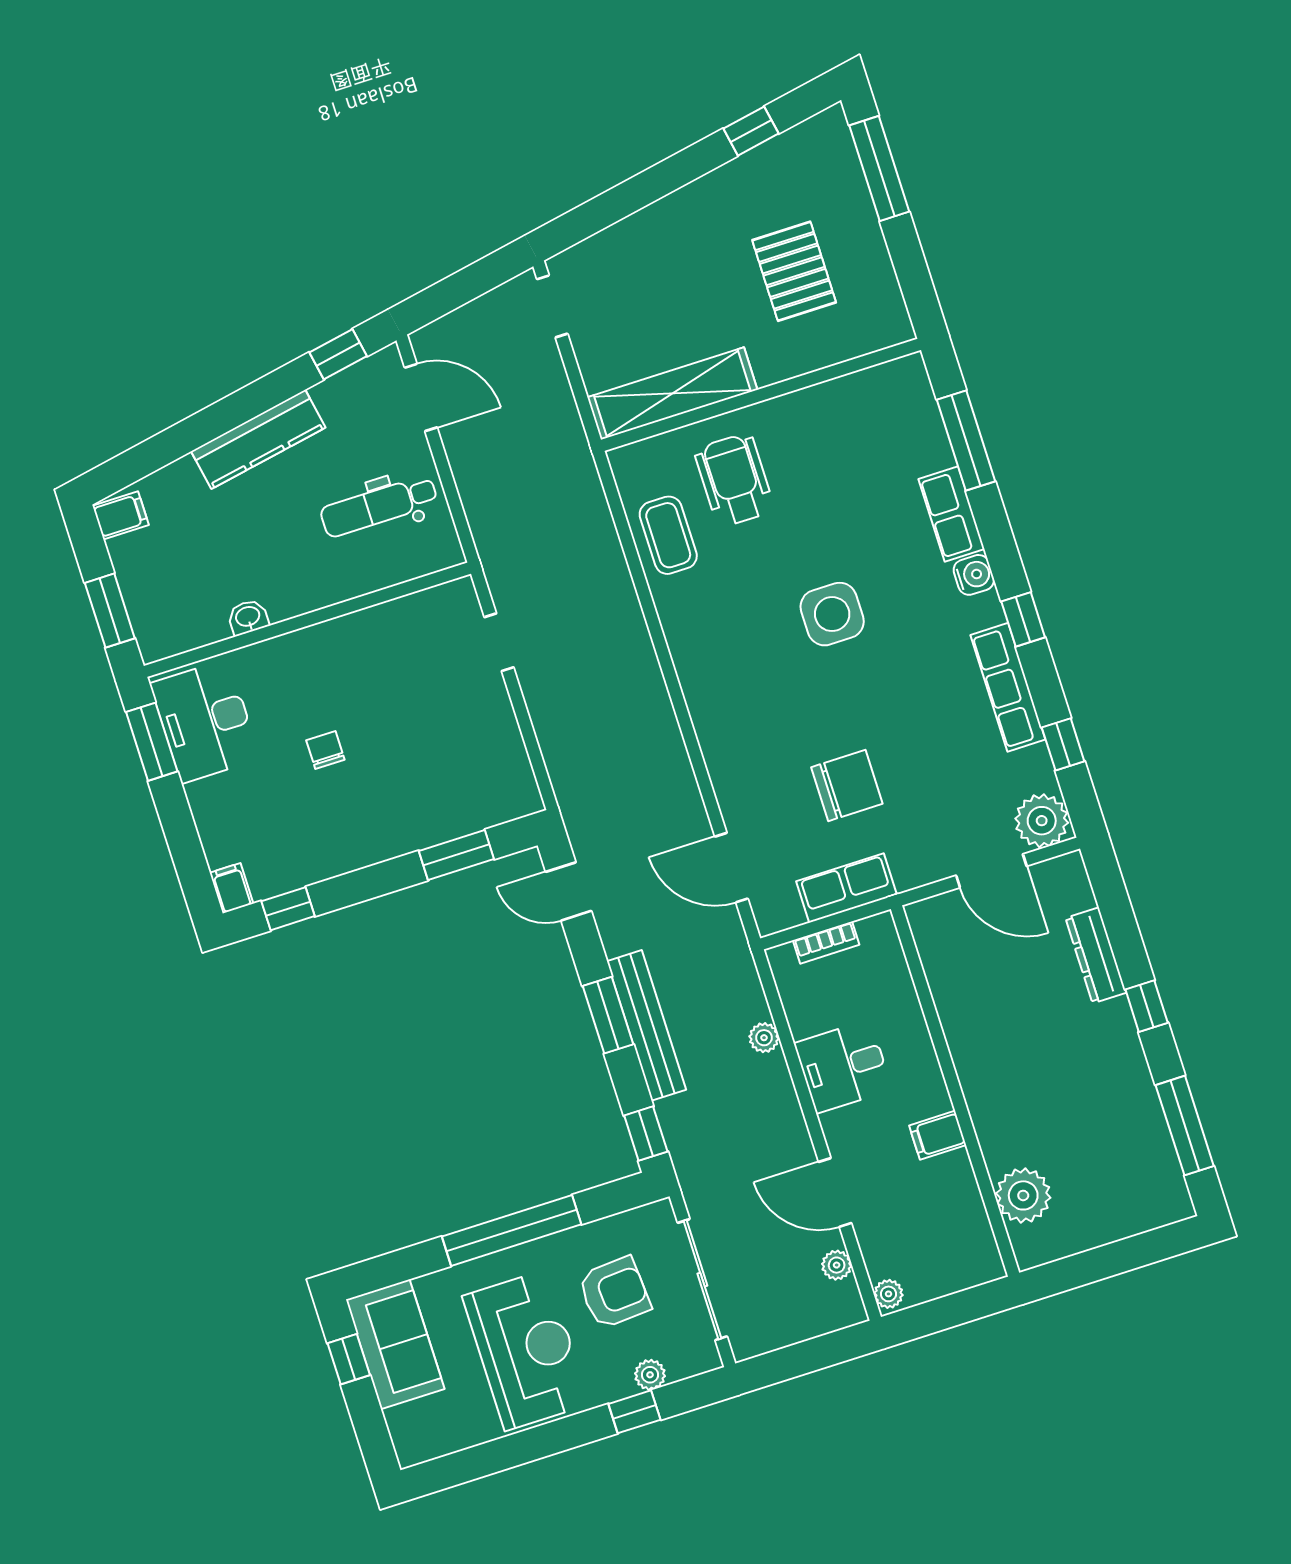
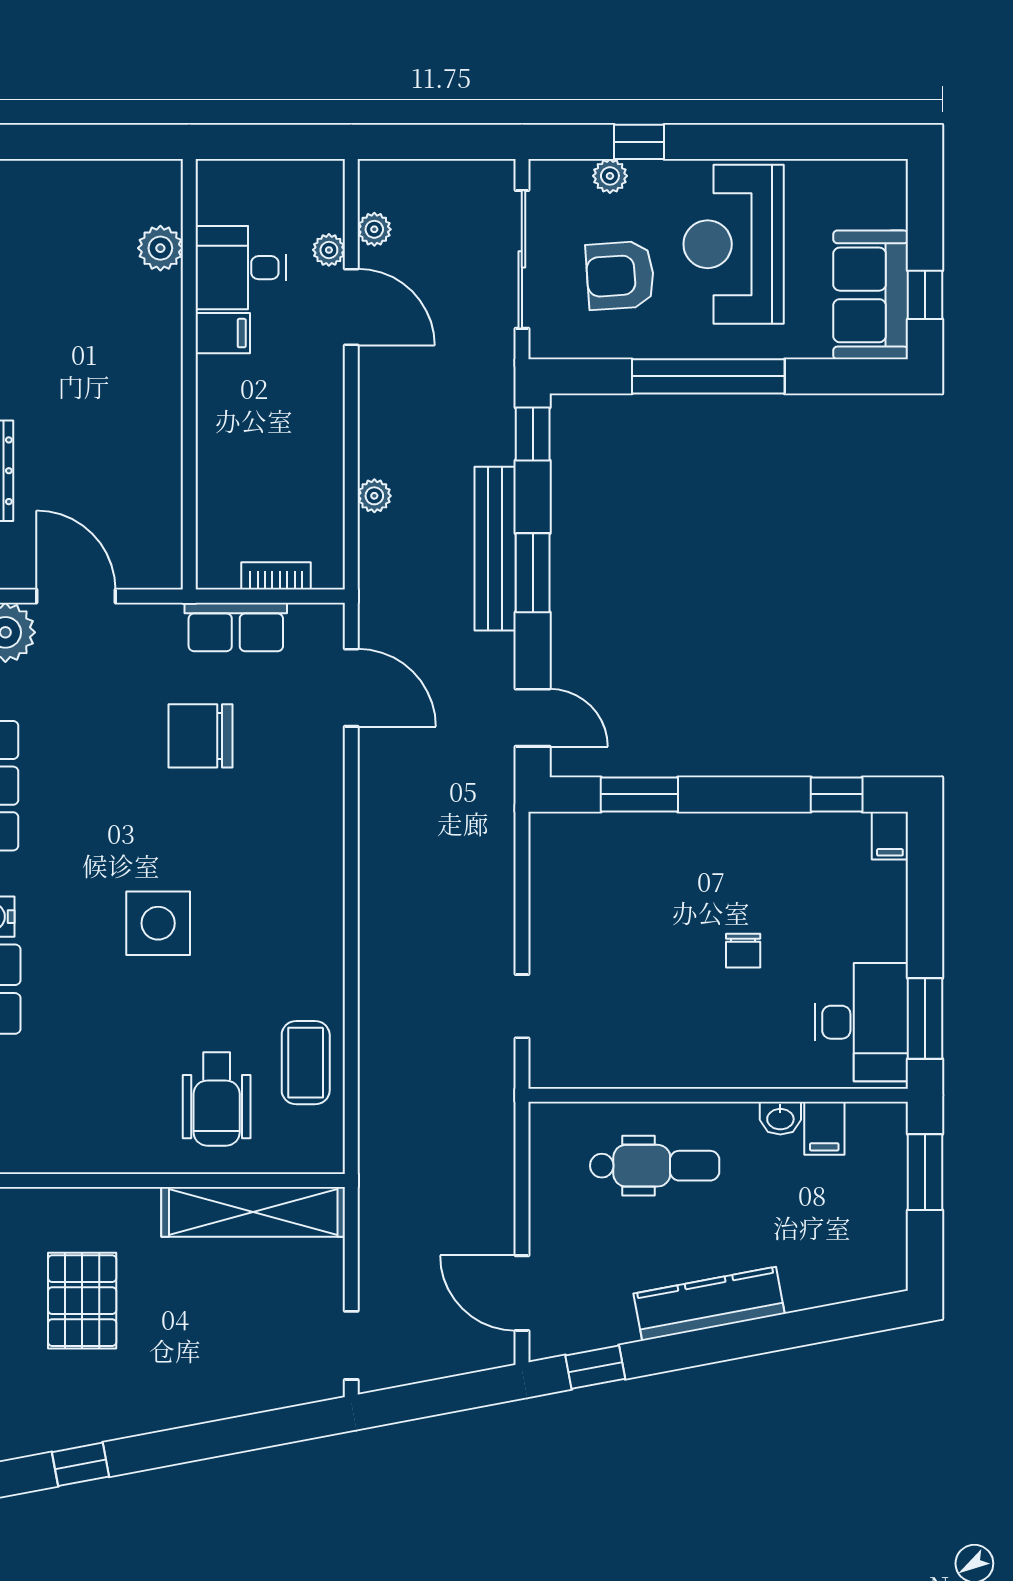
dental chair: (379, 506) -> (655, 1166), moved
filing cabinet: (121, 515) -> (824, 1128), moved, turned -90
desk: (843, 1066) -> (241, 268), moved, turned 180
plant: (1023, 1195) -> (160, 248), width x0.73, depth x0.73
plant: (888, 1294) -> (329, 250), moved

